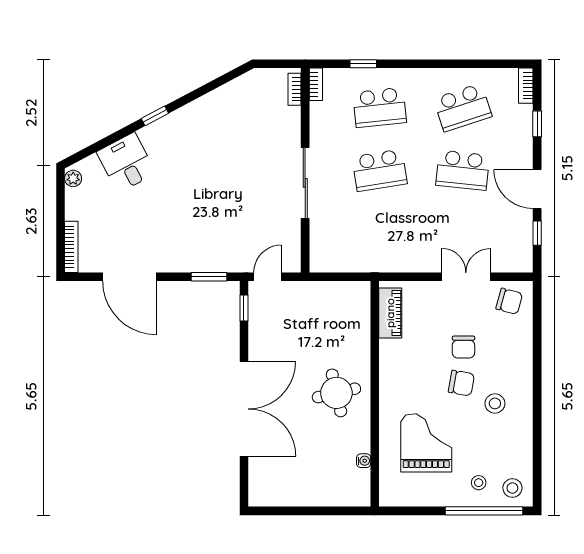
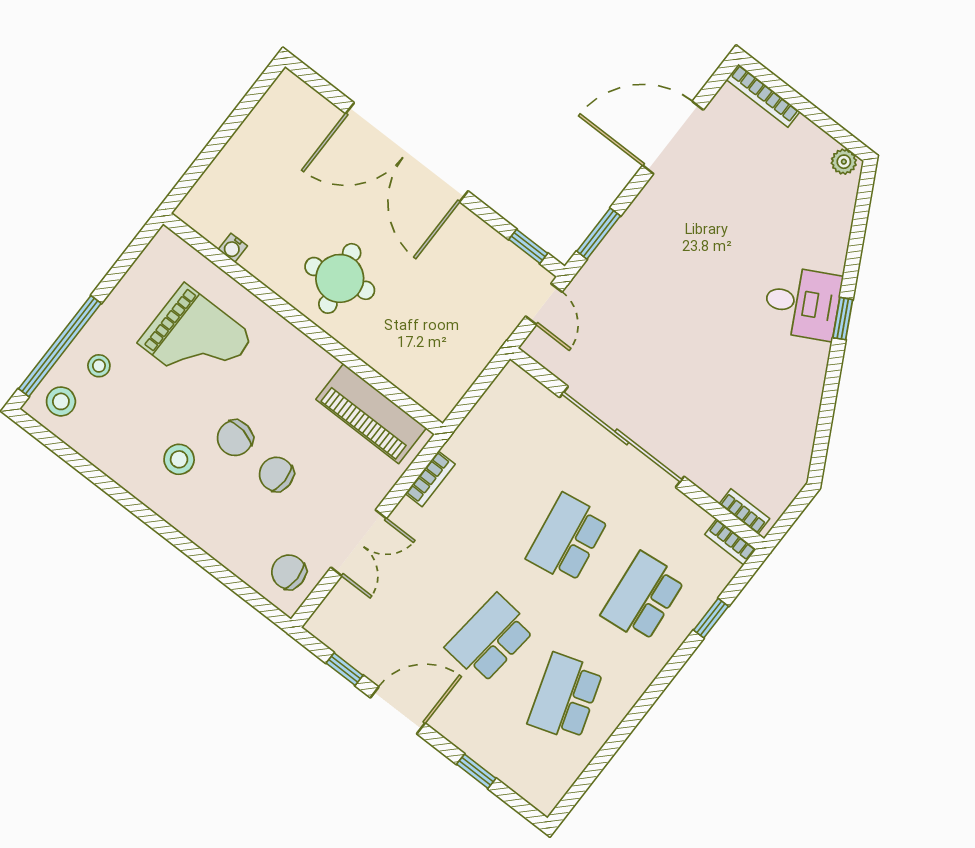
bookcase: (526, 86) -> (430, 479), moved, turned 90
desk: (126, 163) -> (802, 303), moved
sliding door: (305, 183) -> (622, 437), width x1.36
chair: (509, 301) -> (289, 572), turned 75
piano: (390, 313) -> (371, 414), width x1.37, depth x1.33

